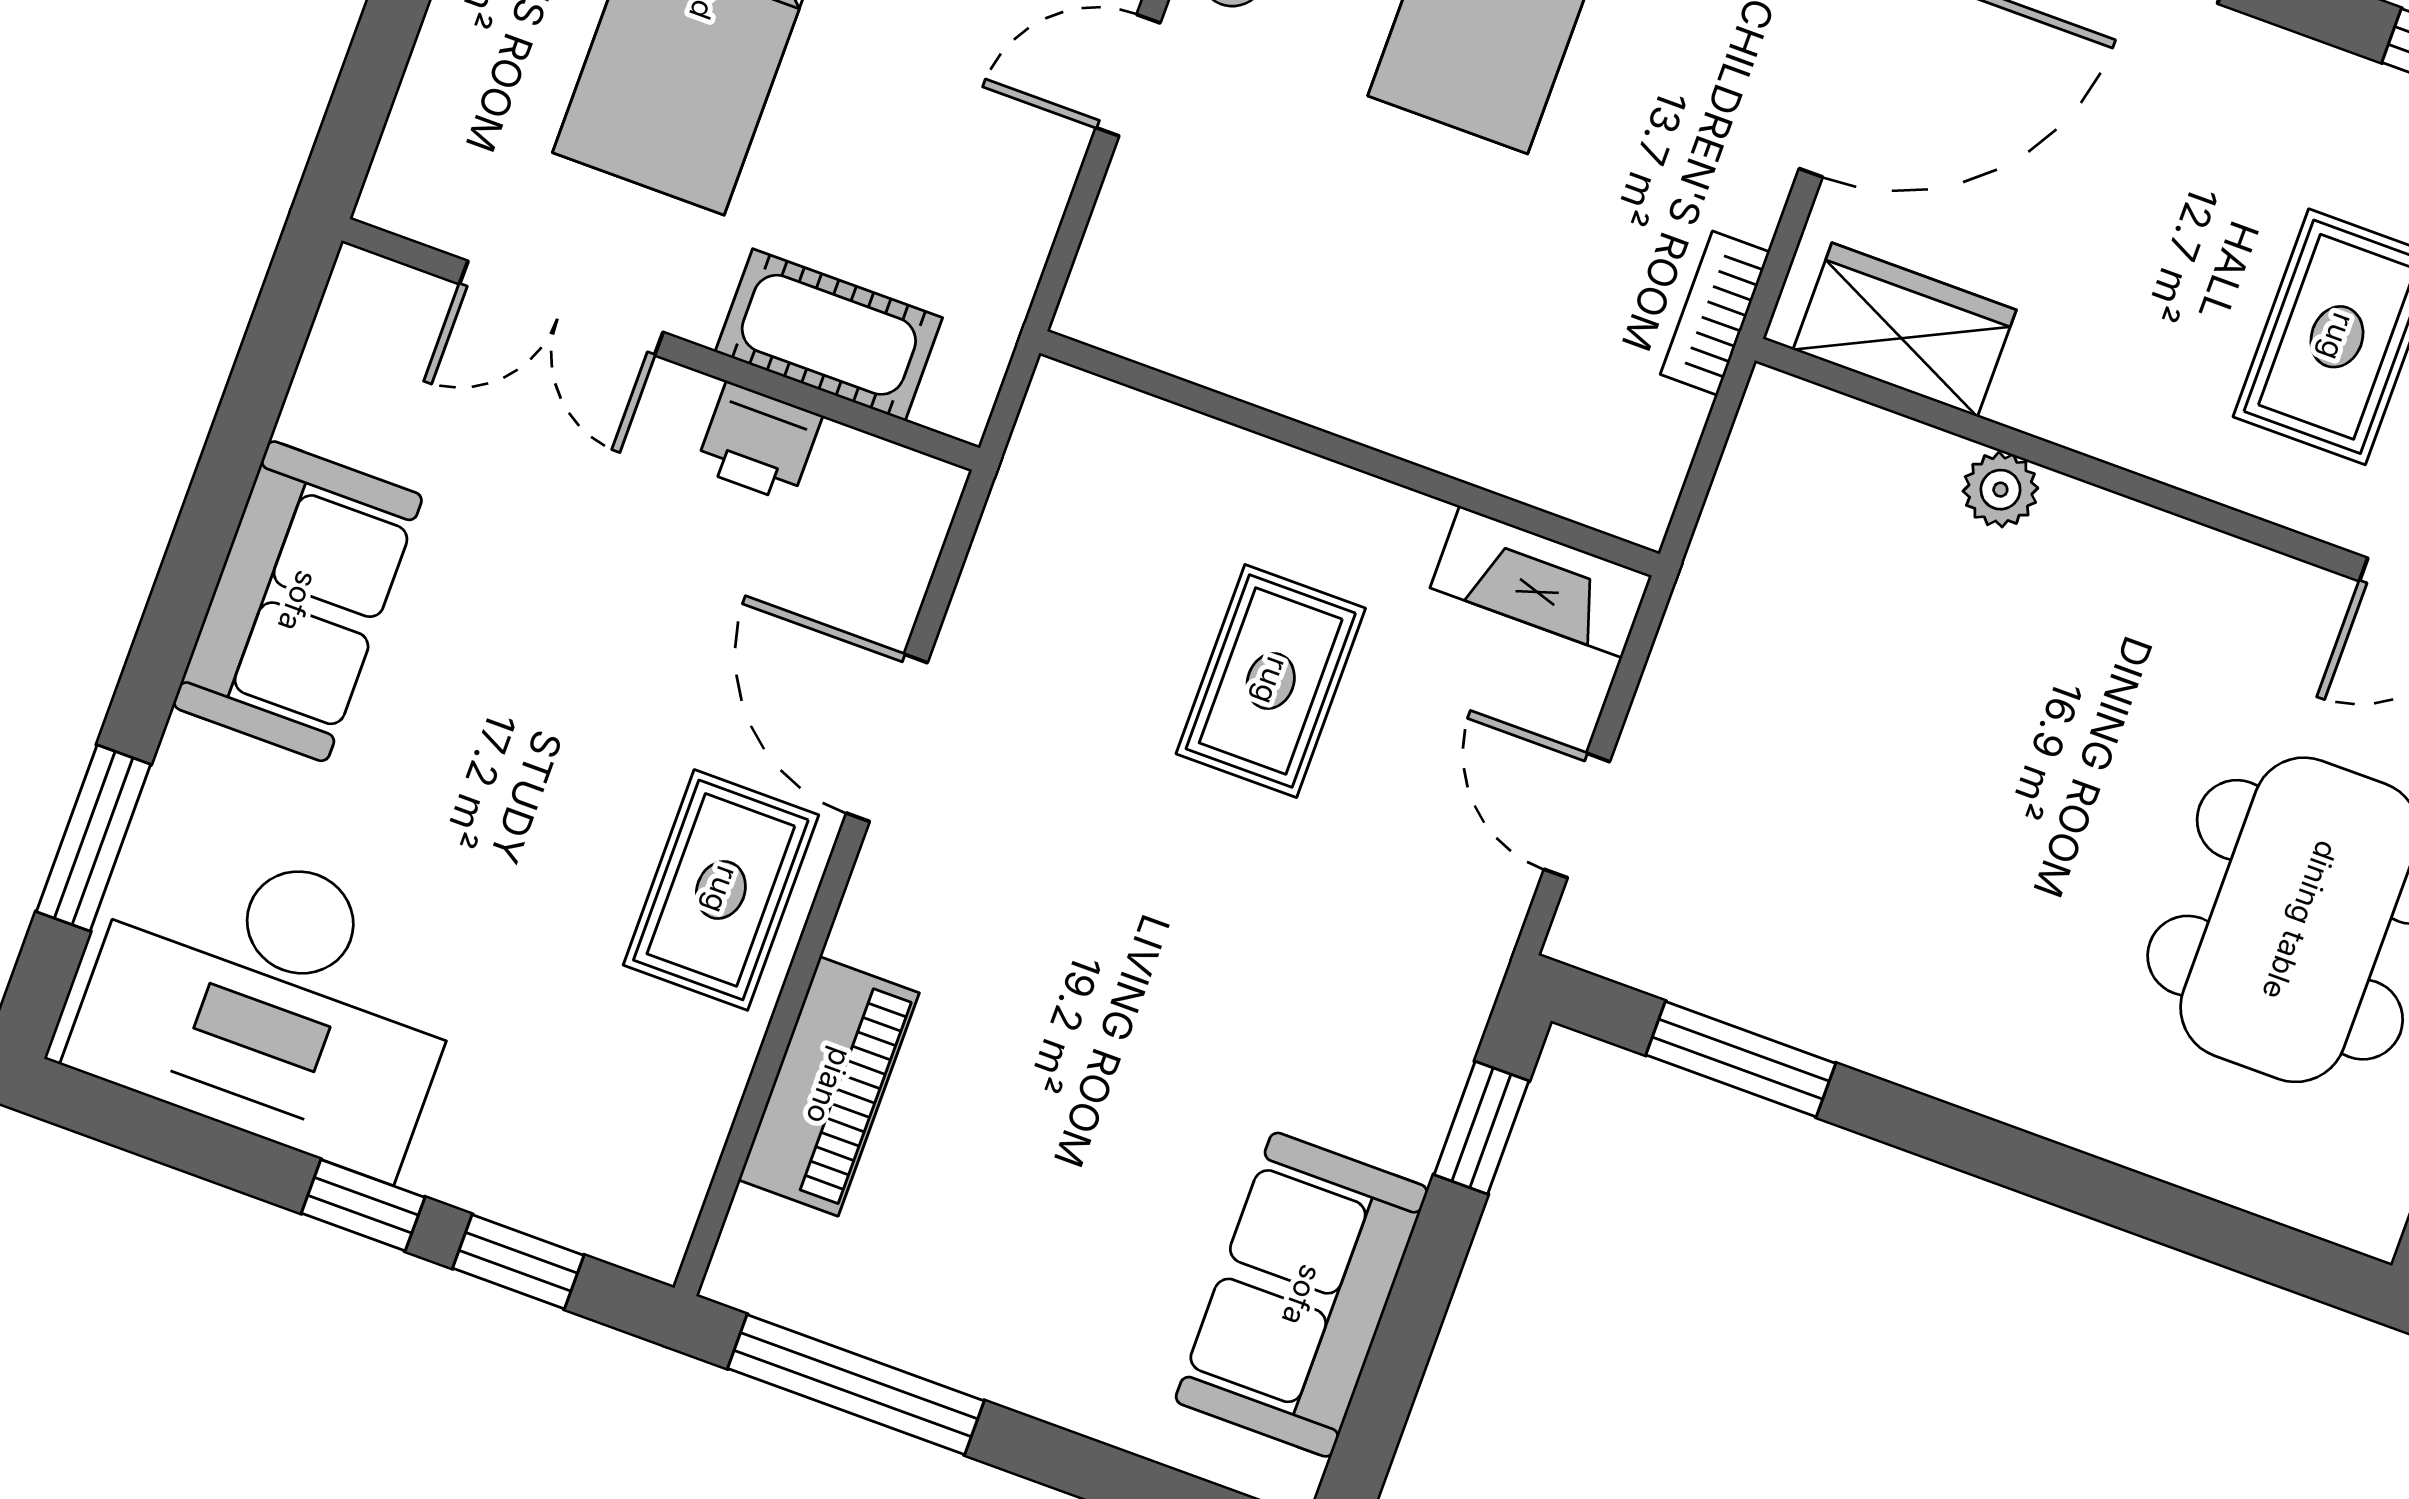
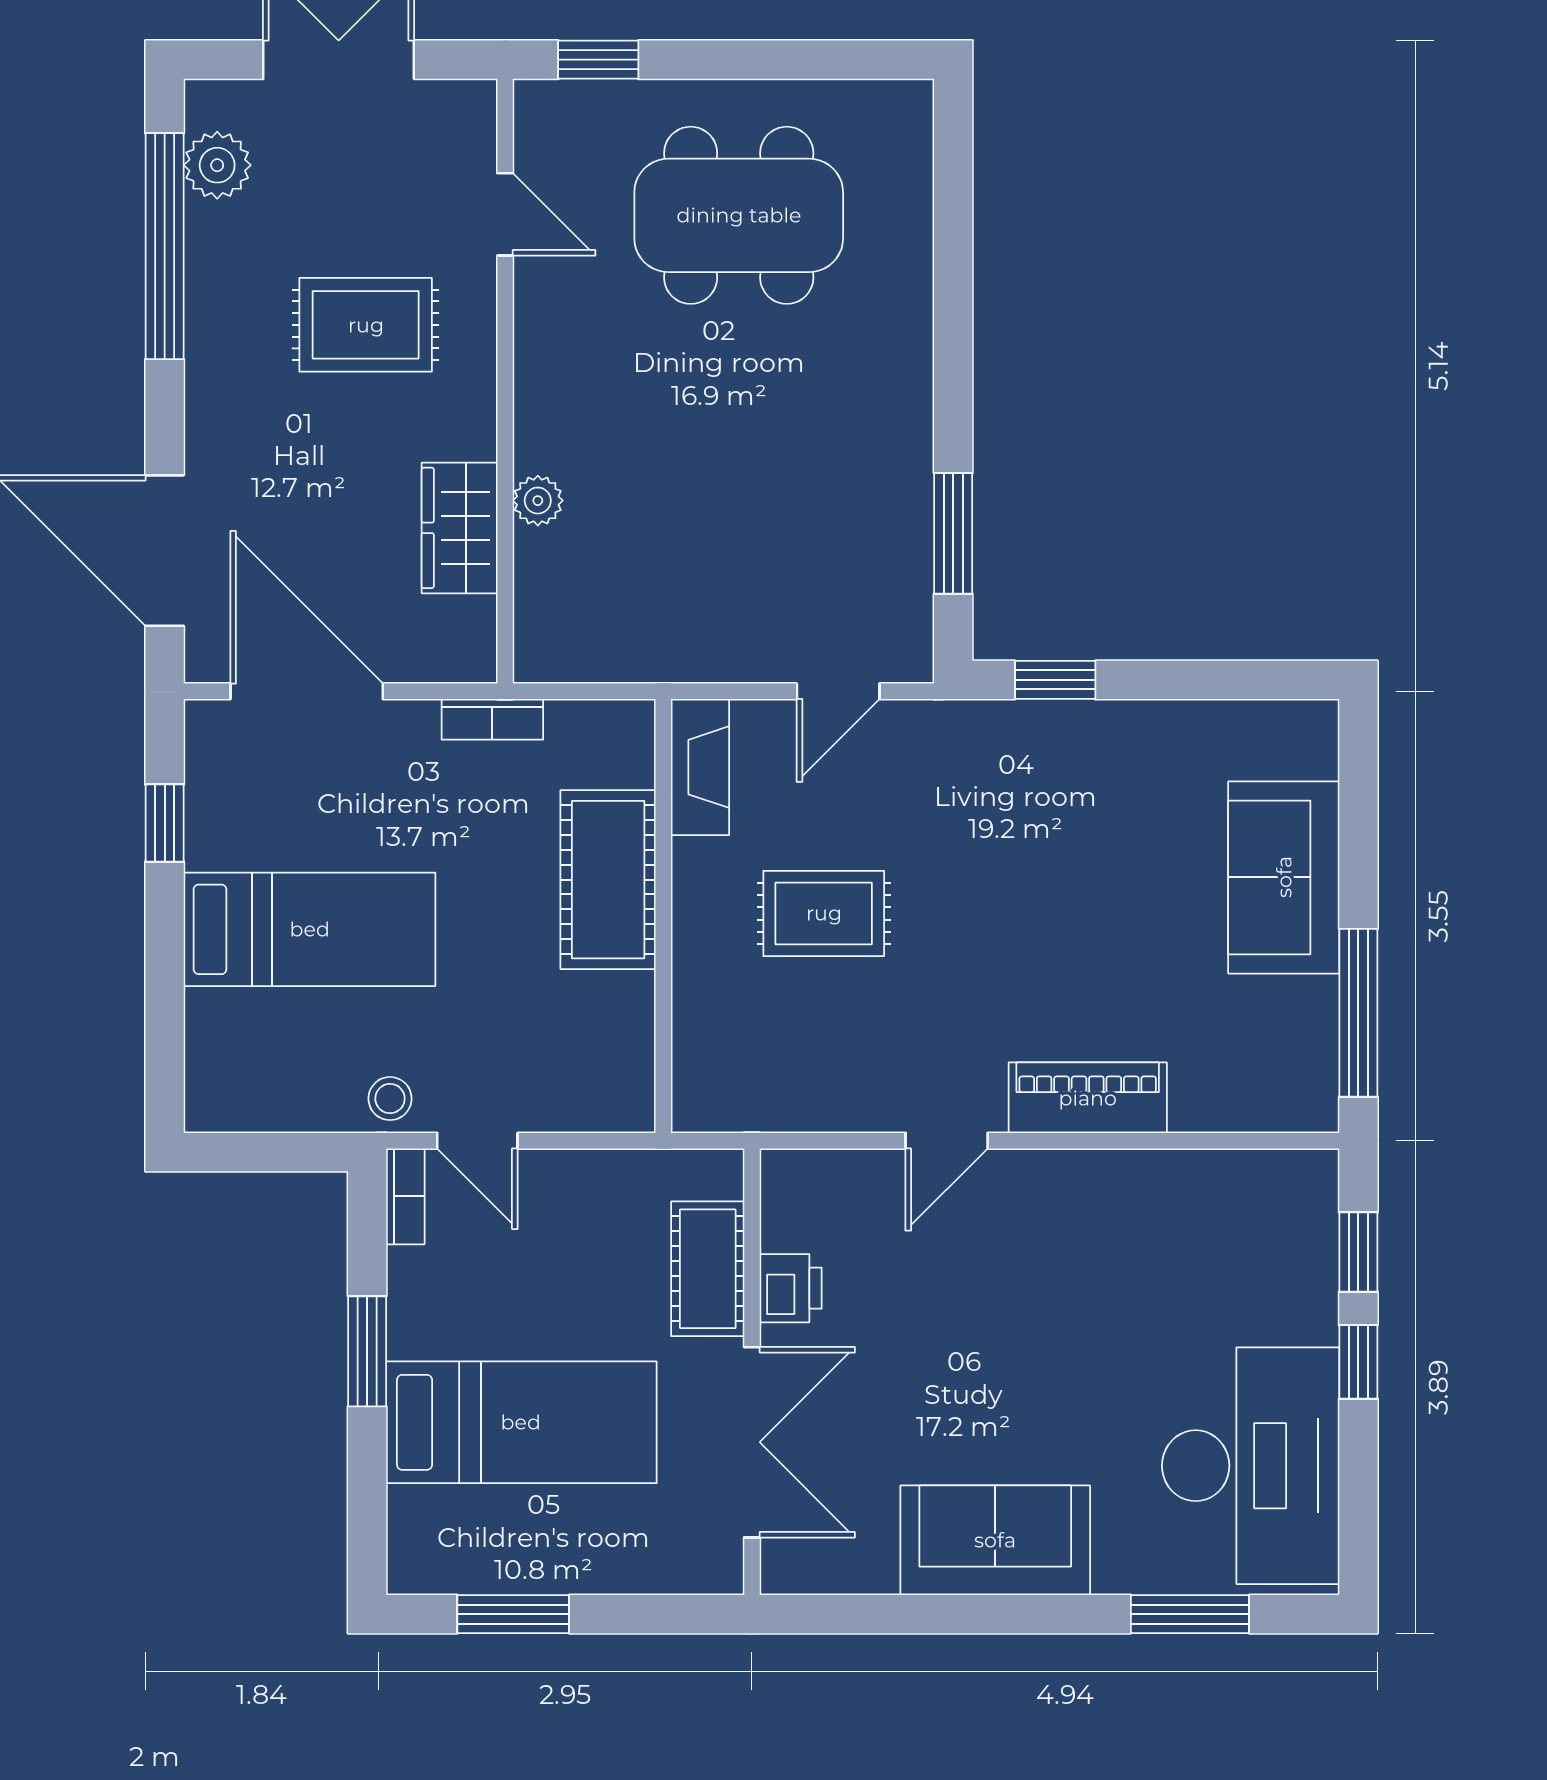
double door: (561, 308) -> (752, 1442), width x1.37
wardrobe: (1905, 330) -> (460, 528), moved
cot: (1429, 394) -> (608, 880), added
door: (887, 738) -> (947, 1141), width x0.73
rug: (721, 890) -> (1080, 1210), removed
piano: (829, 1086) -> (1088, 1098), moved
sofa: (1302, 1295) -> (1284, 877), moved, turned 90

